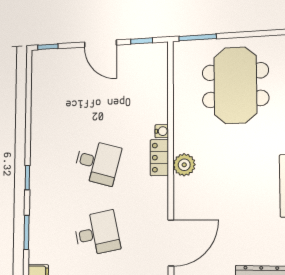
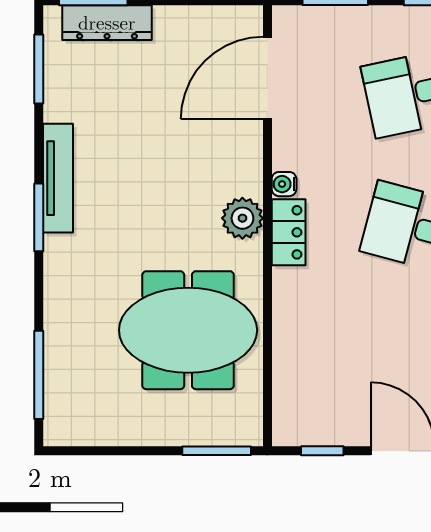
meeting table: (235, 85) -> (188, 330), moved, turned 90
water cooler: (162, 131) -> (284, 184), moved

